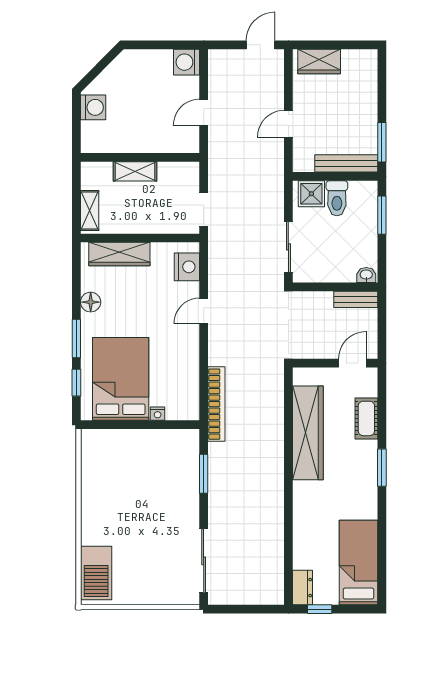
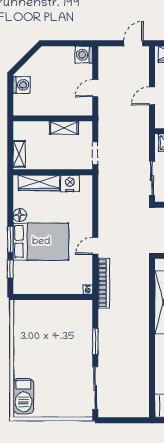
shelving: (135, 171) -> (64, 128), moved
nightstand: (187, 267) -> (70, 183), moved, turned -90
door: (204, 311) -> (95, 246), moved
bed: (121, 379) -> (41, 242), moved, turned 90
nightstand: (158, 414) -> (88, 290), moved
window: (204, 474) -> (95, 341), moved

